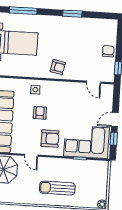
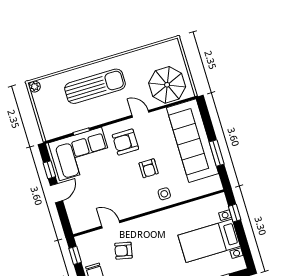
armchair: (58, 67) -> (123, 251), moved
door: (94, 82) -> (111, 224), moved
sun lounger: (57, 188) -> (95, 86), width x1.36, depth x1.34

